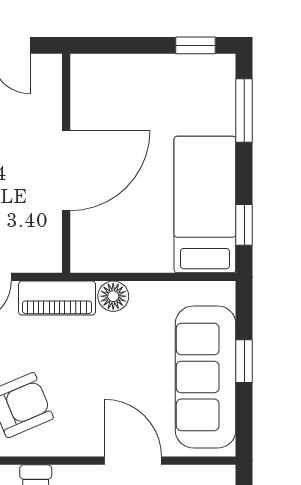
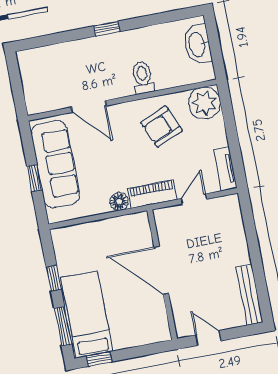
door: (66, 171) -> (161, 270), hinge flipped
bed: (205, 205) -> (87, 314), moved, turned 180
window: (244, 225) -> (54, 278), moved

